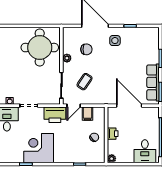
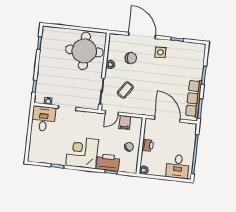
printer: (55, 115) -> (108, 163), moved, turned 180
corner desk: (39, 148) -> (82, 153), moved

